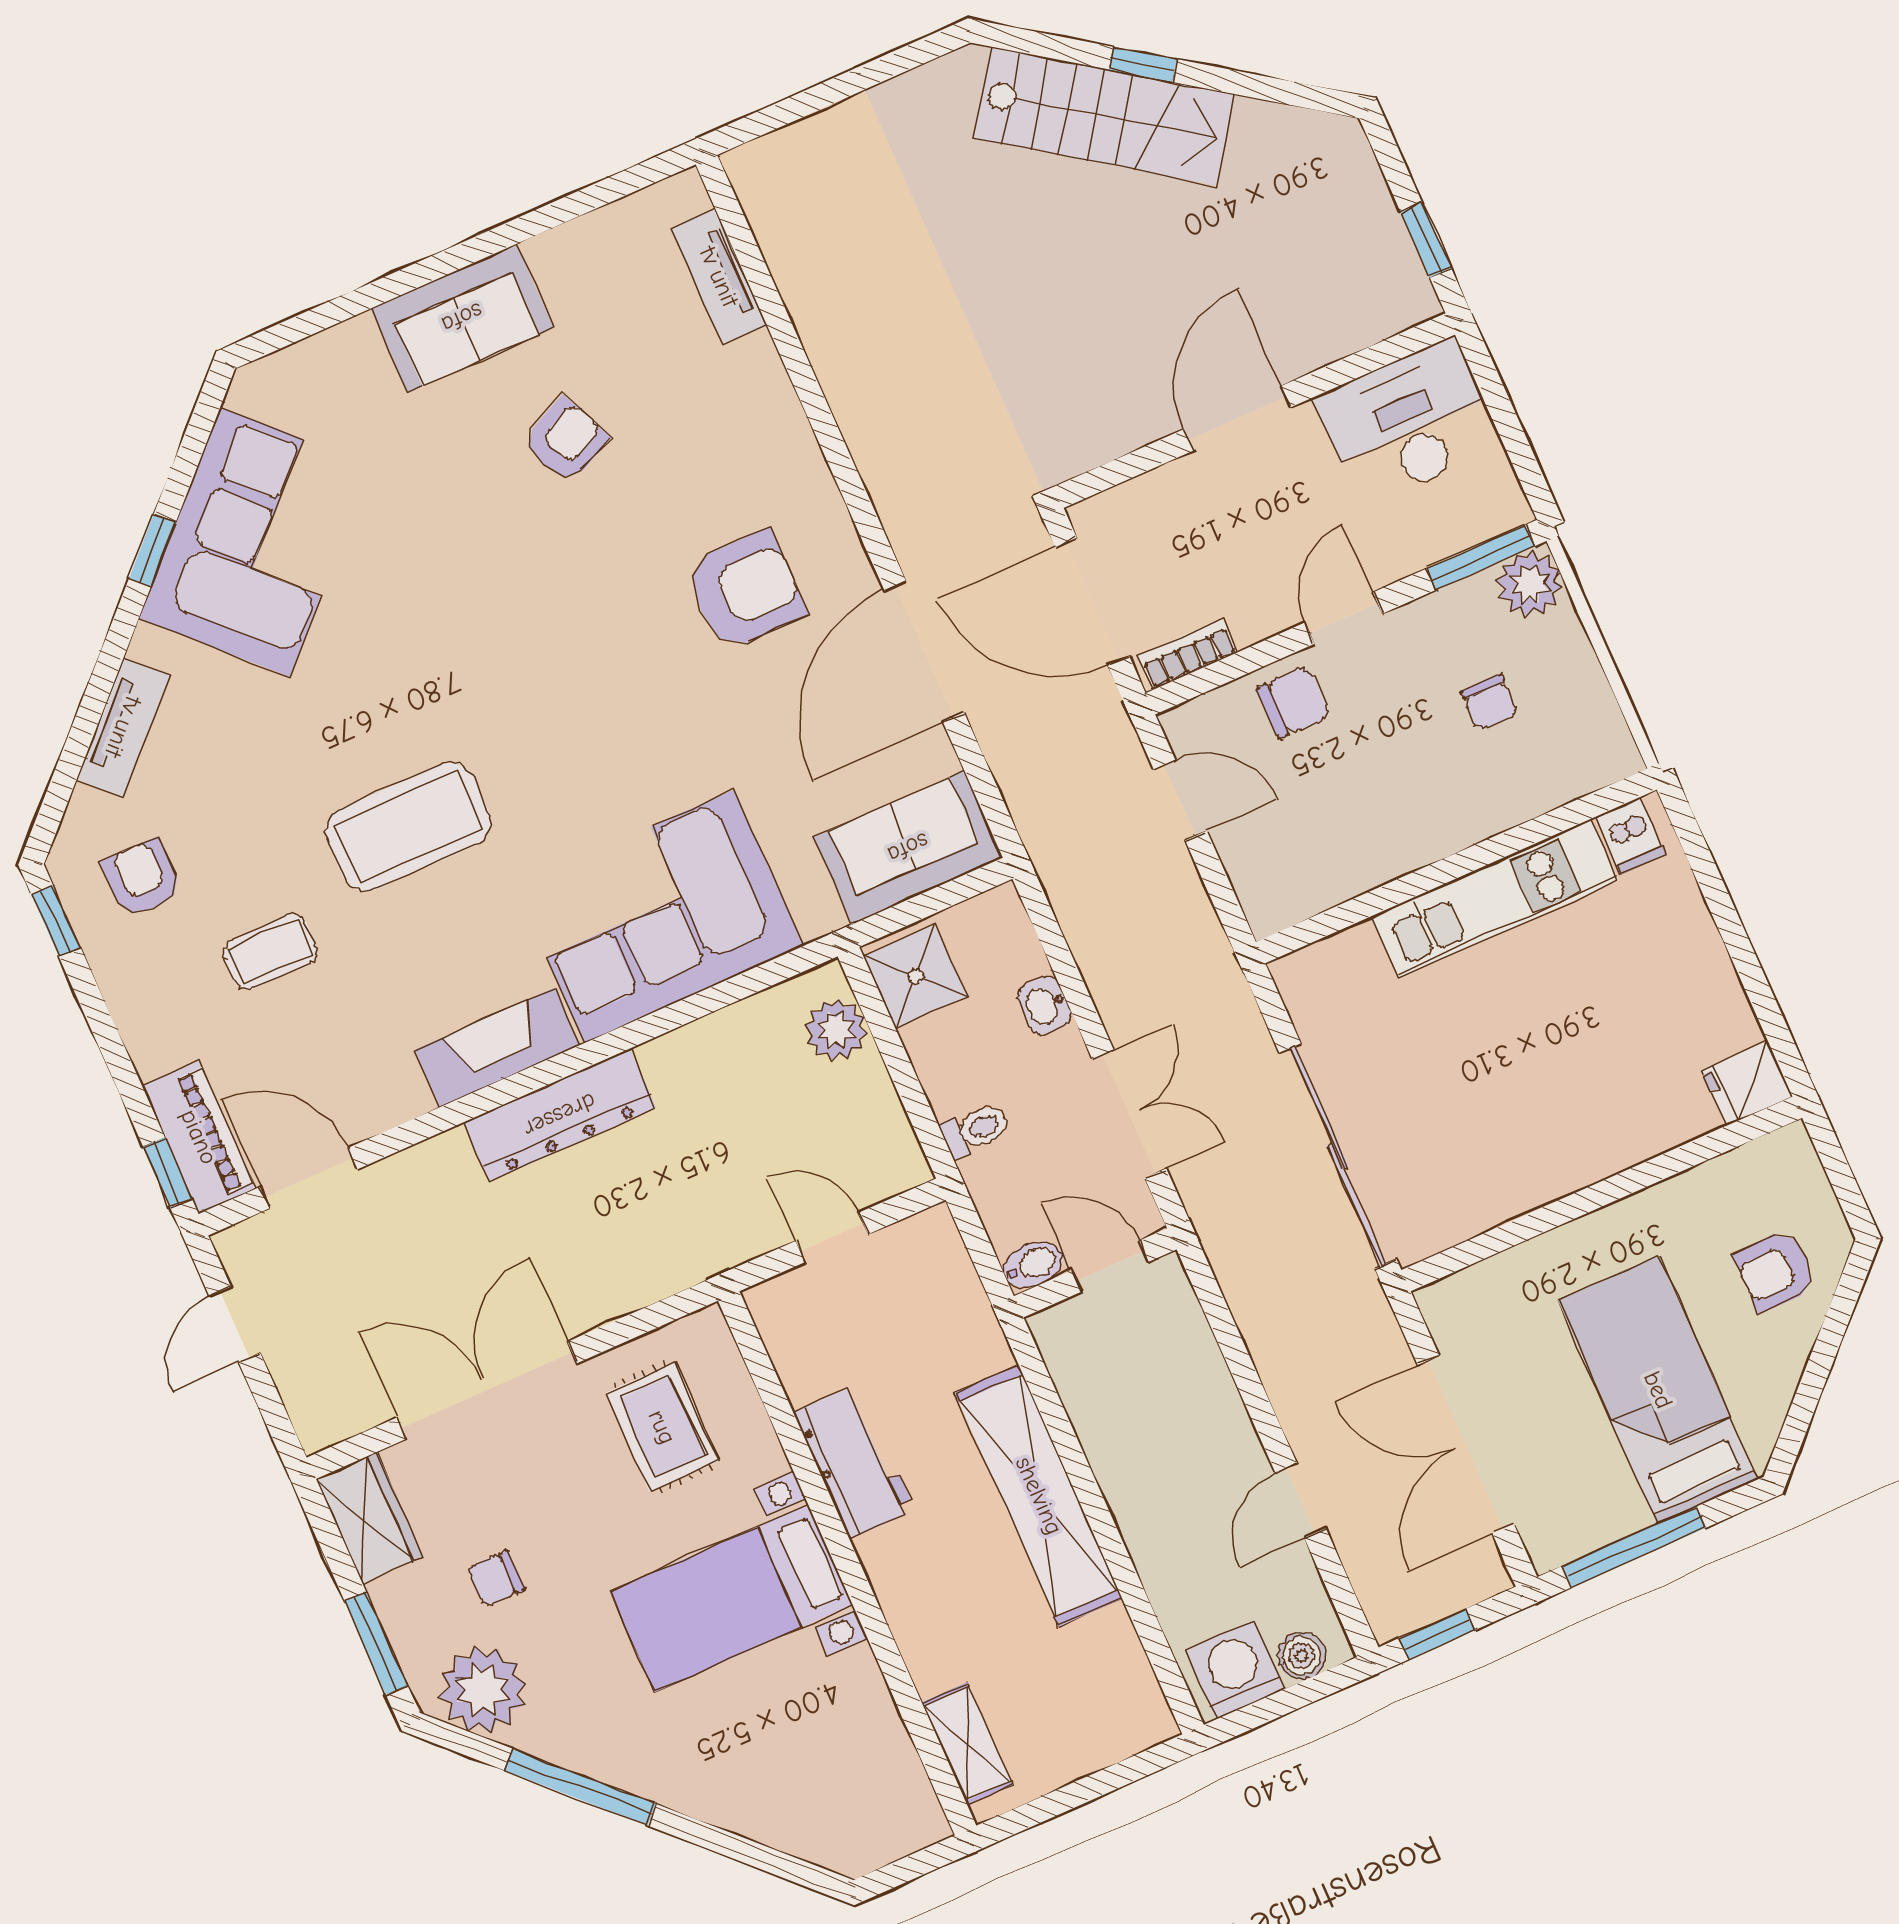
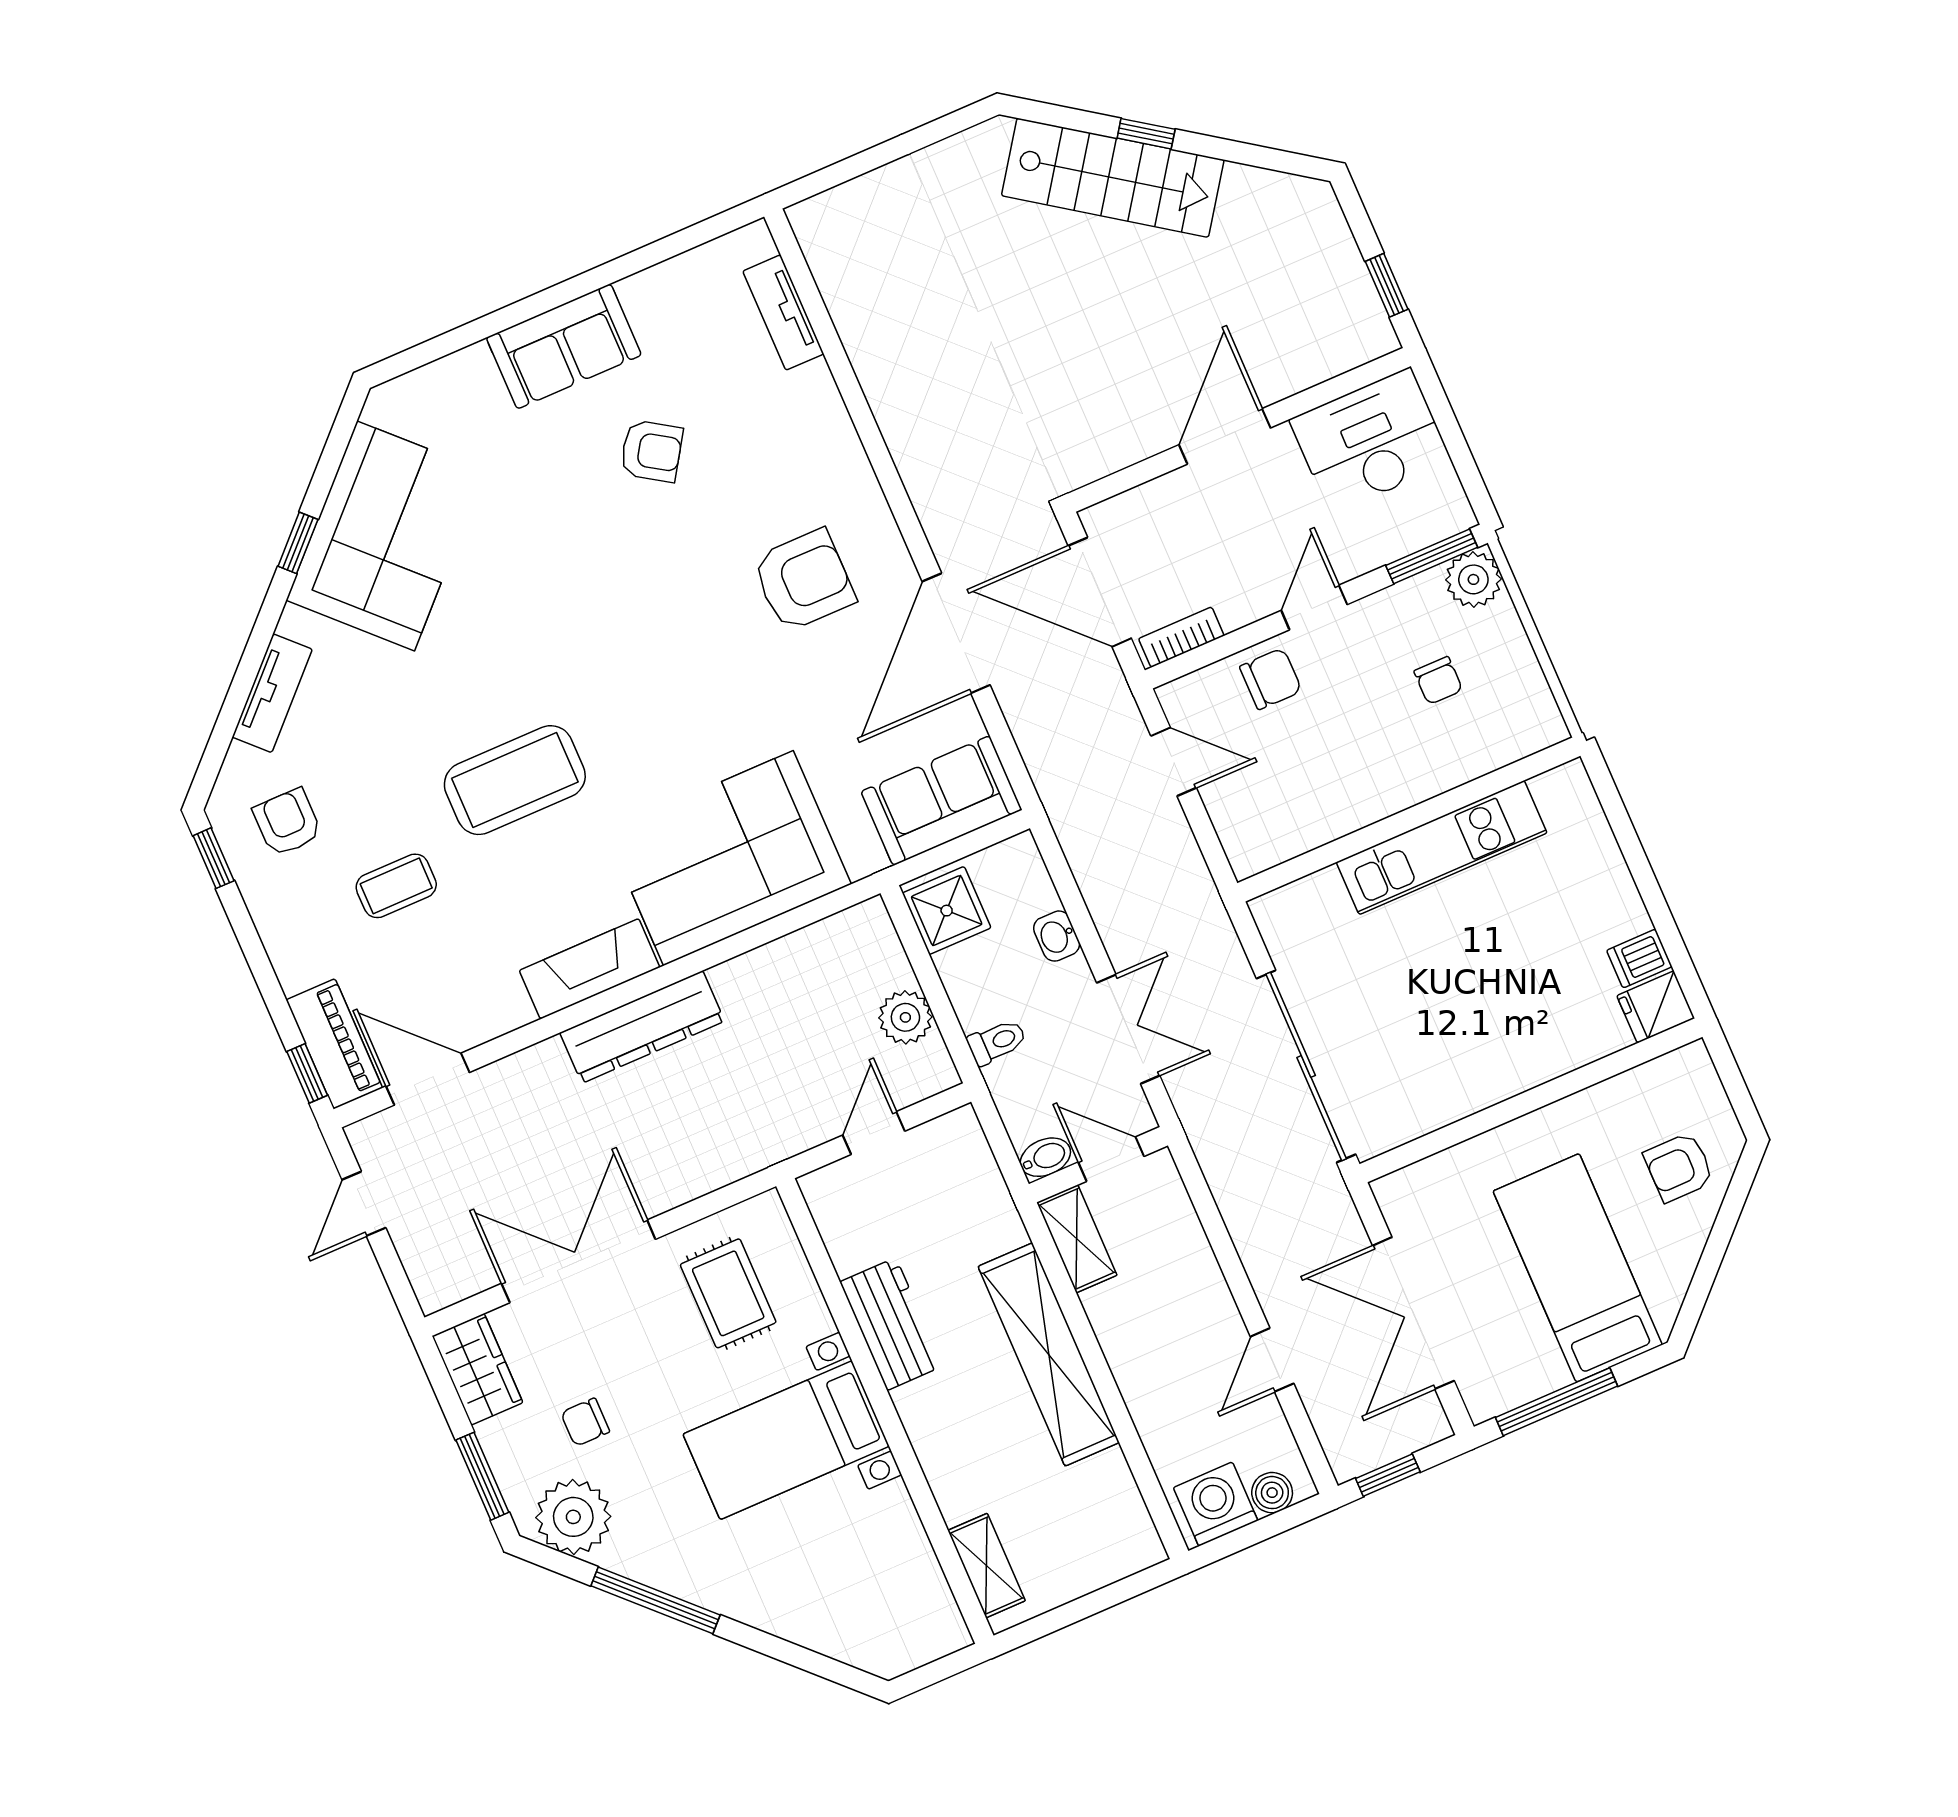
armchair: (566, 440) -> (651, 451), turned 58
dishwasher: (1630, 836) -> (1639, 959), moved, turned 90
plant: (836, 1030) -> (905, 1017), moved
door: (832, 1238) -> (874, 1133), hinge flipped
shelving: (1071, 1360) -> (1077, 1239), added

